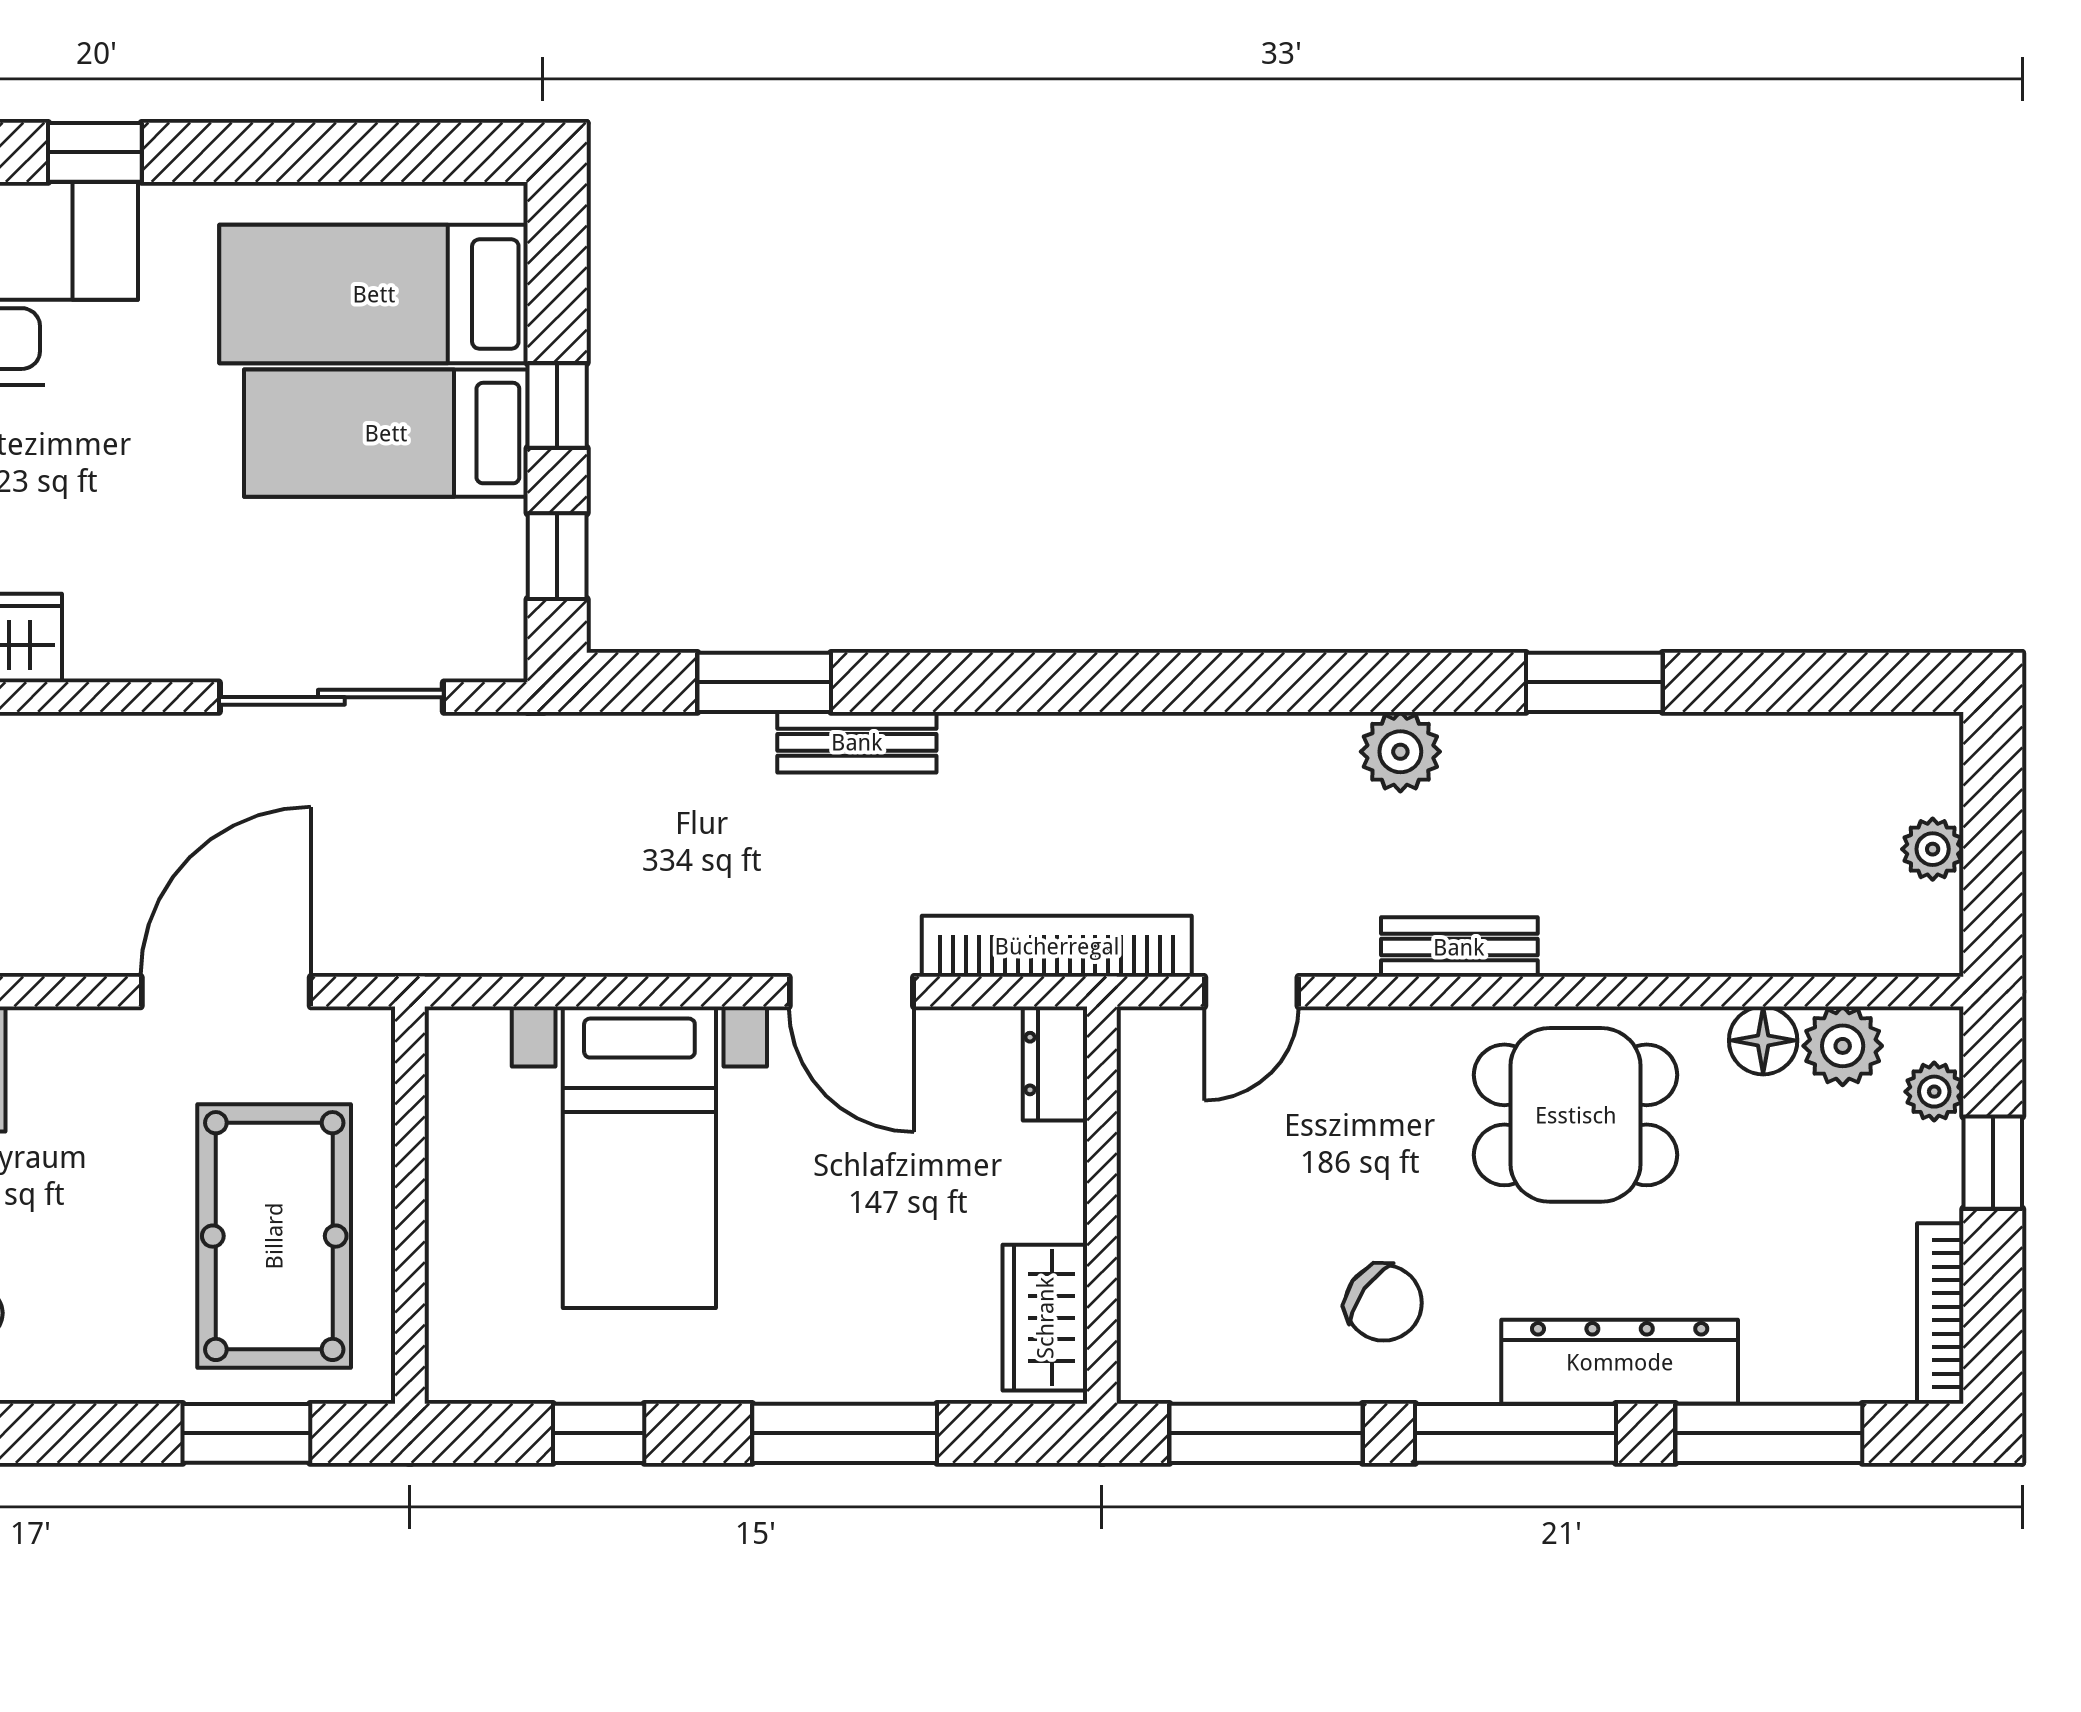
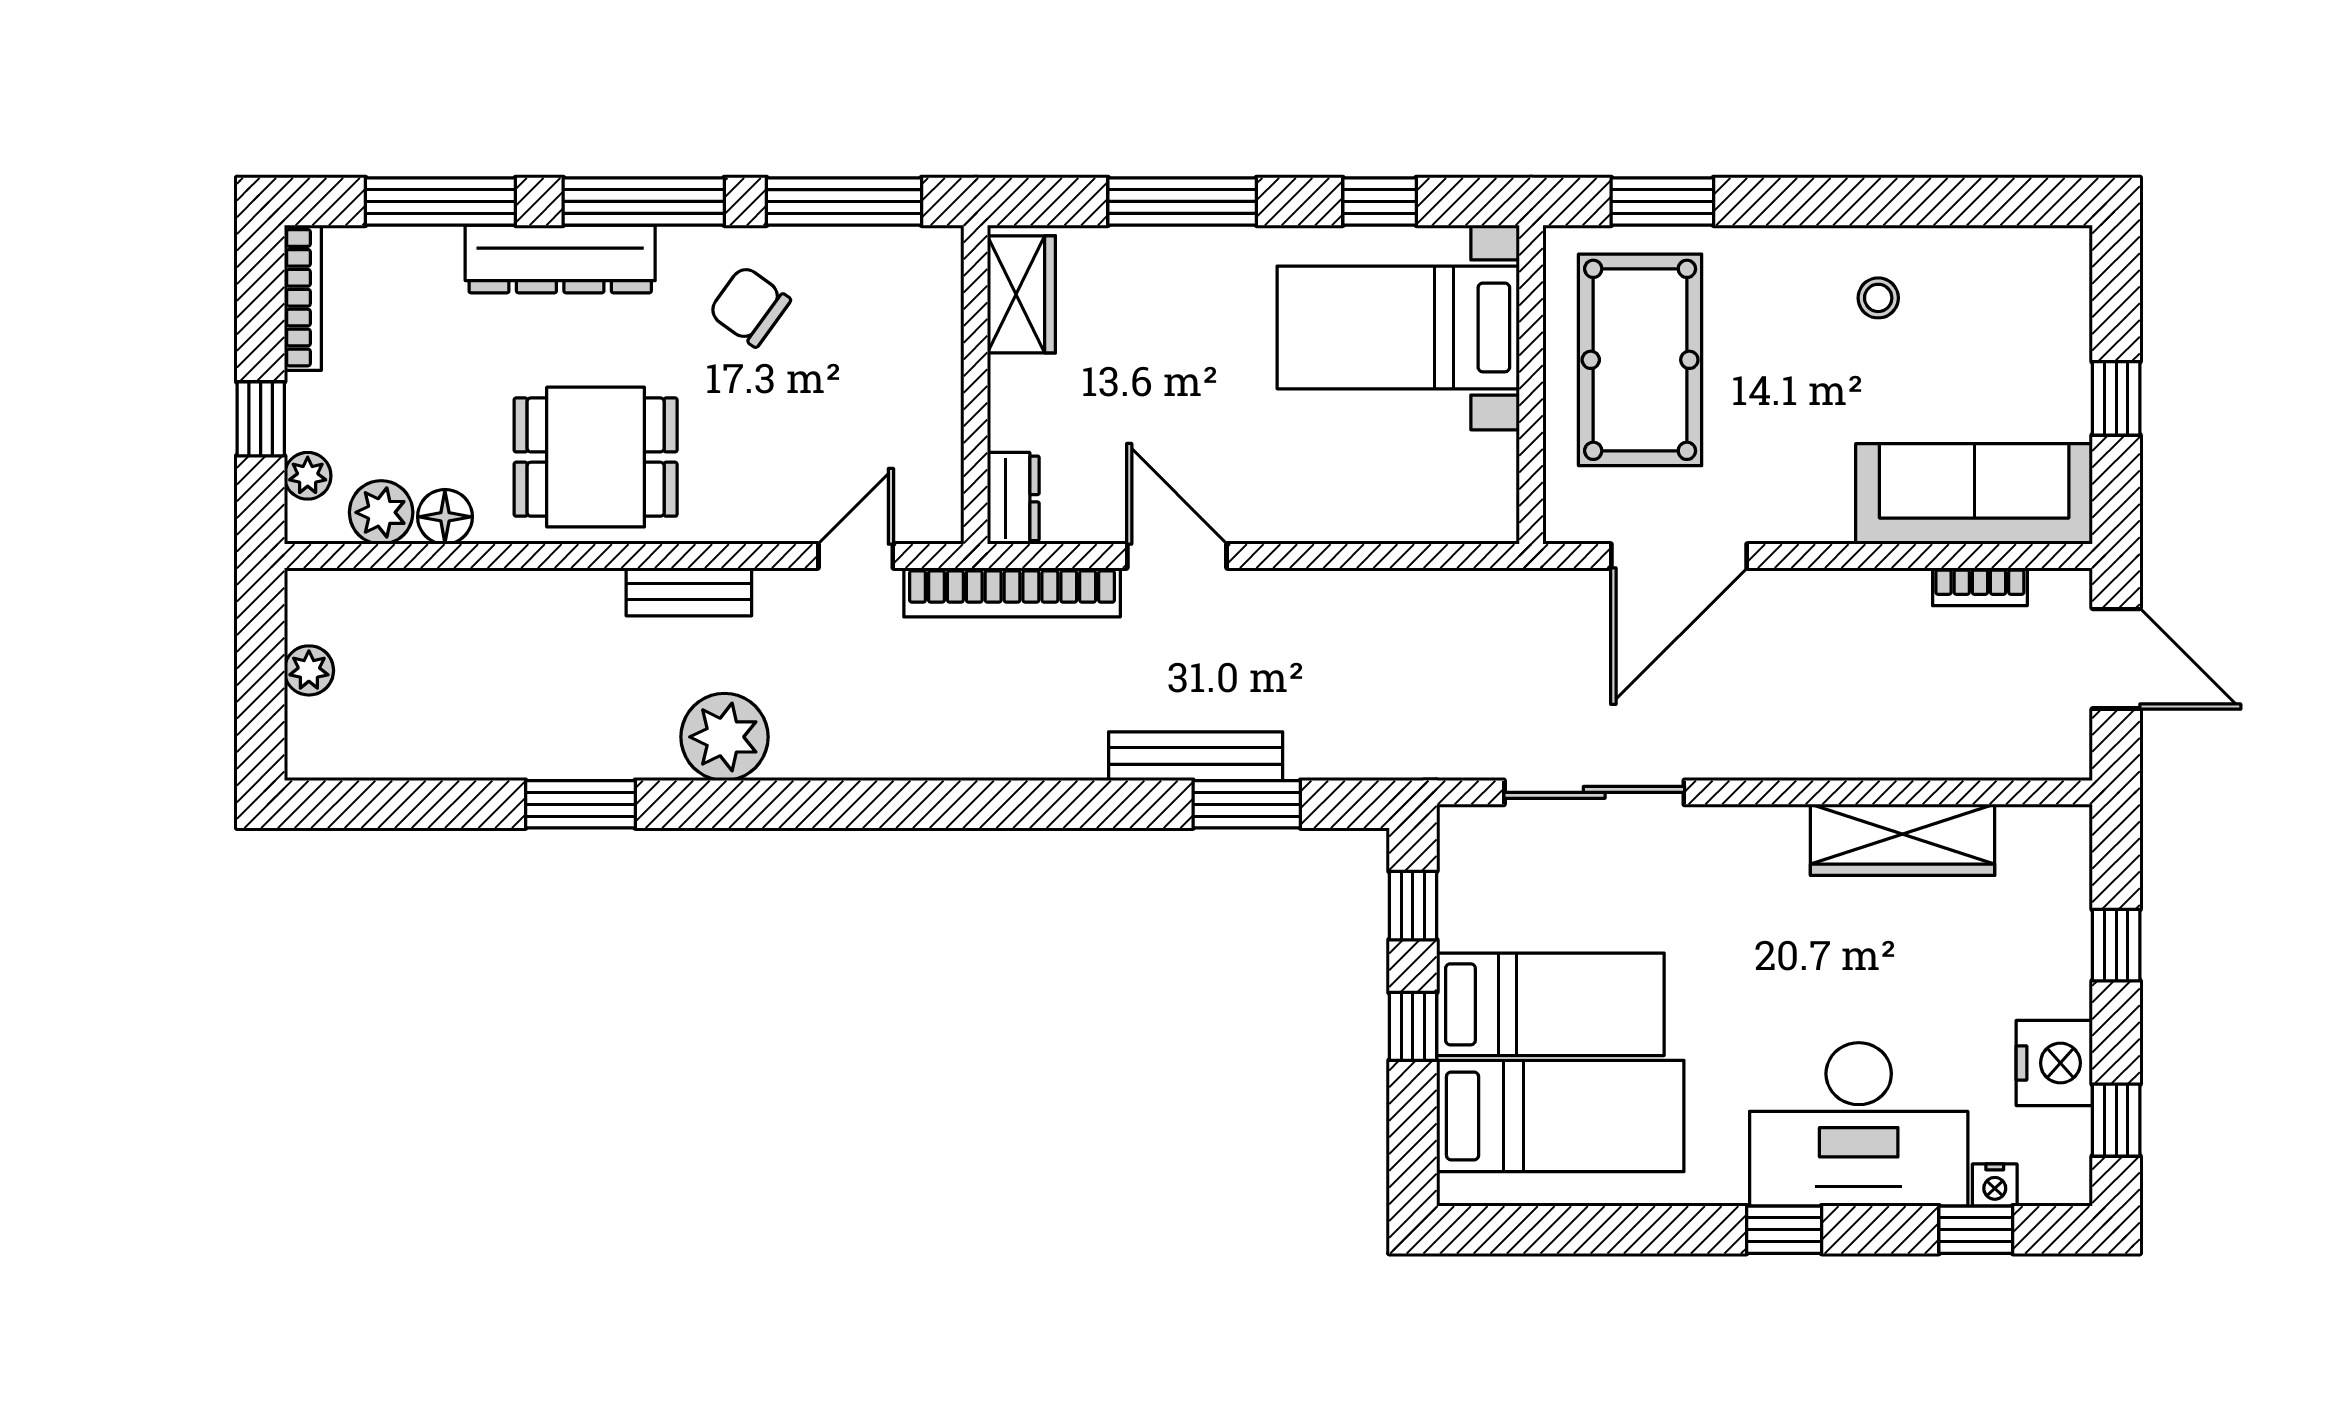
bench: (857, 742) -> (1196, 756), width x1.36
plant: (1400, 752) -> (724, 737), width x1.36, depth x1.36
bed with nightstands: (639, 1157) -> (1398, 327), moved, turned -90

